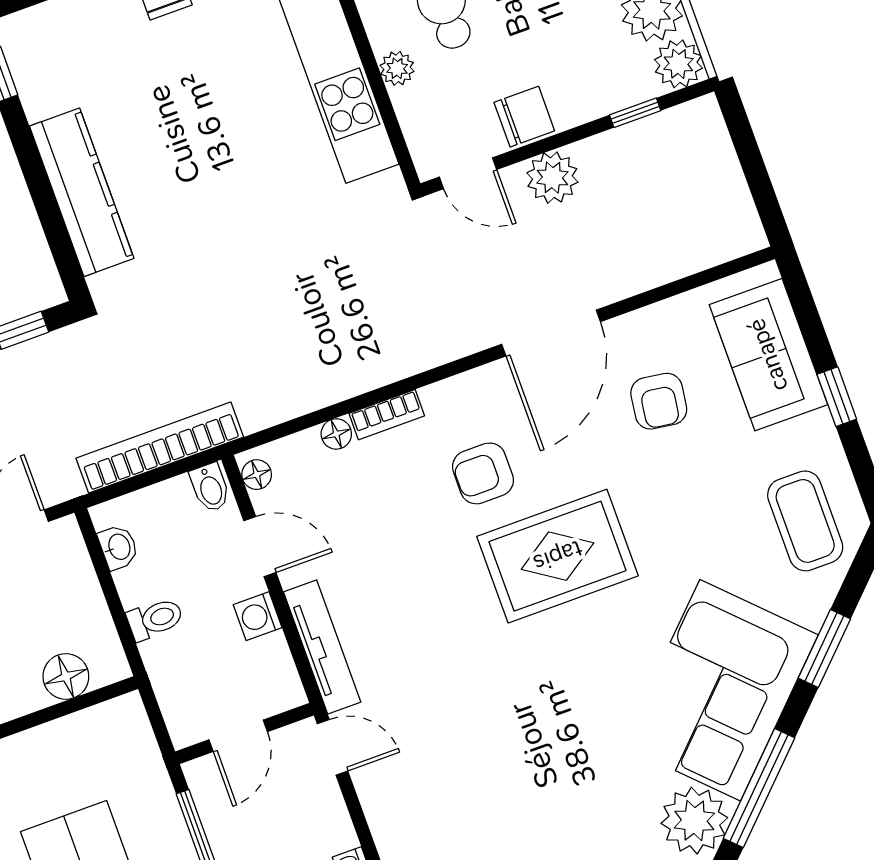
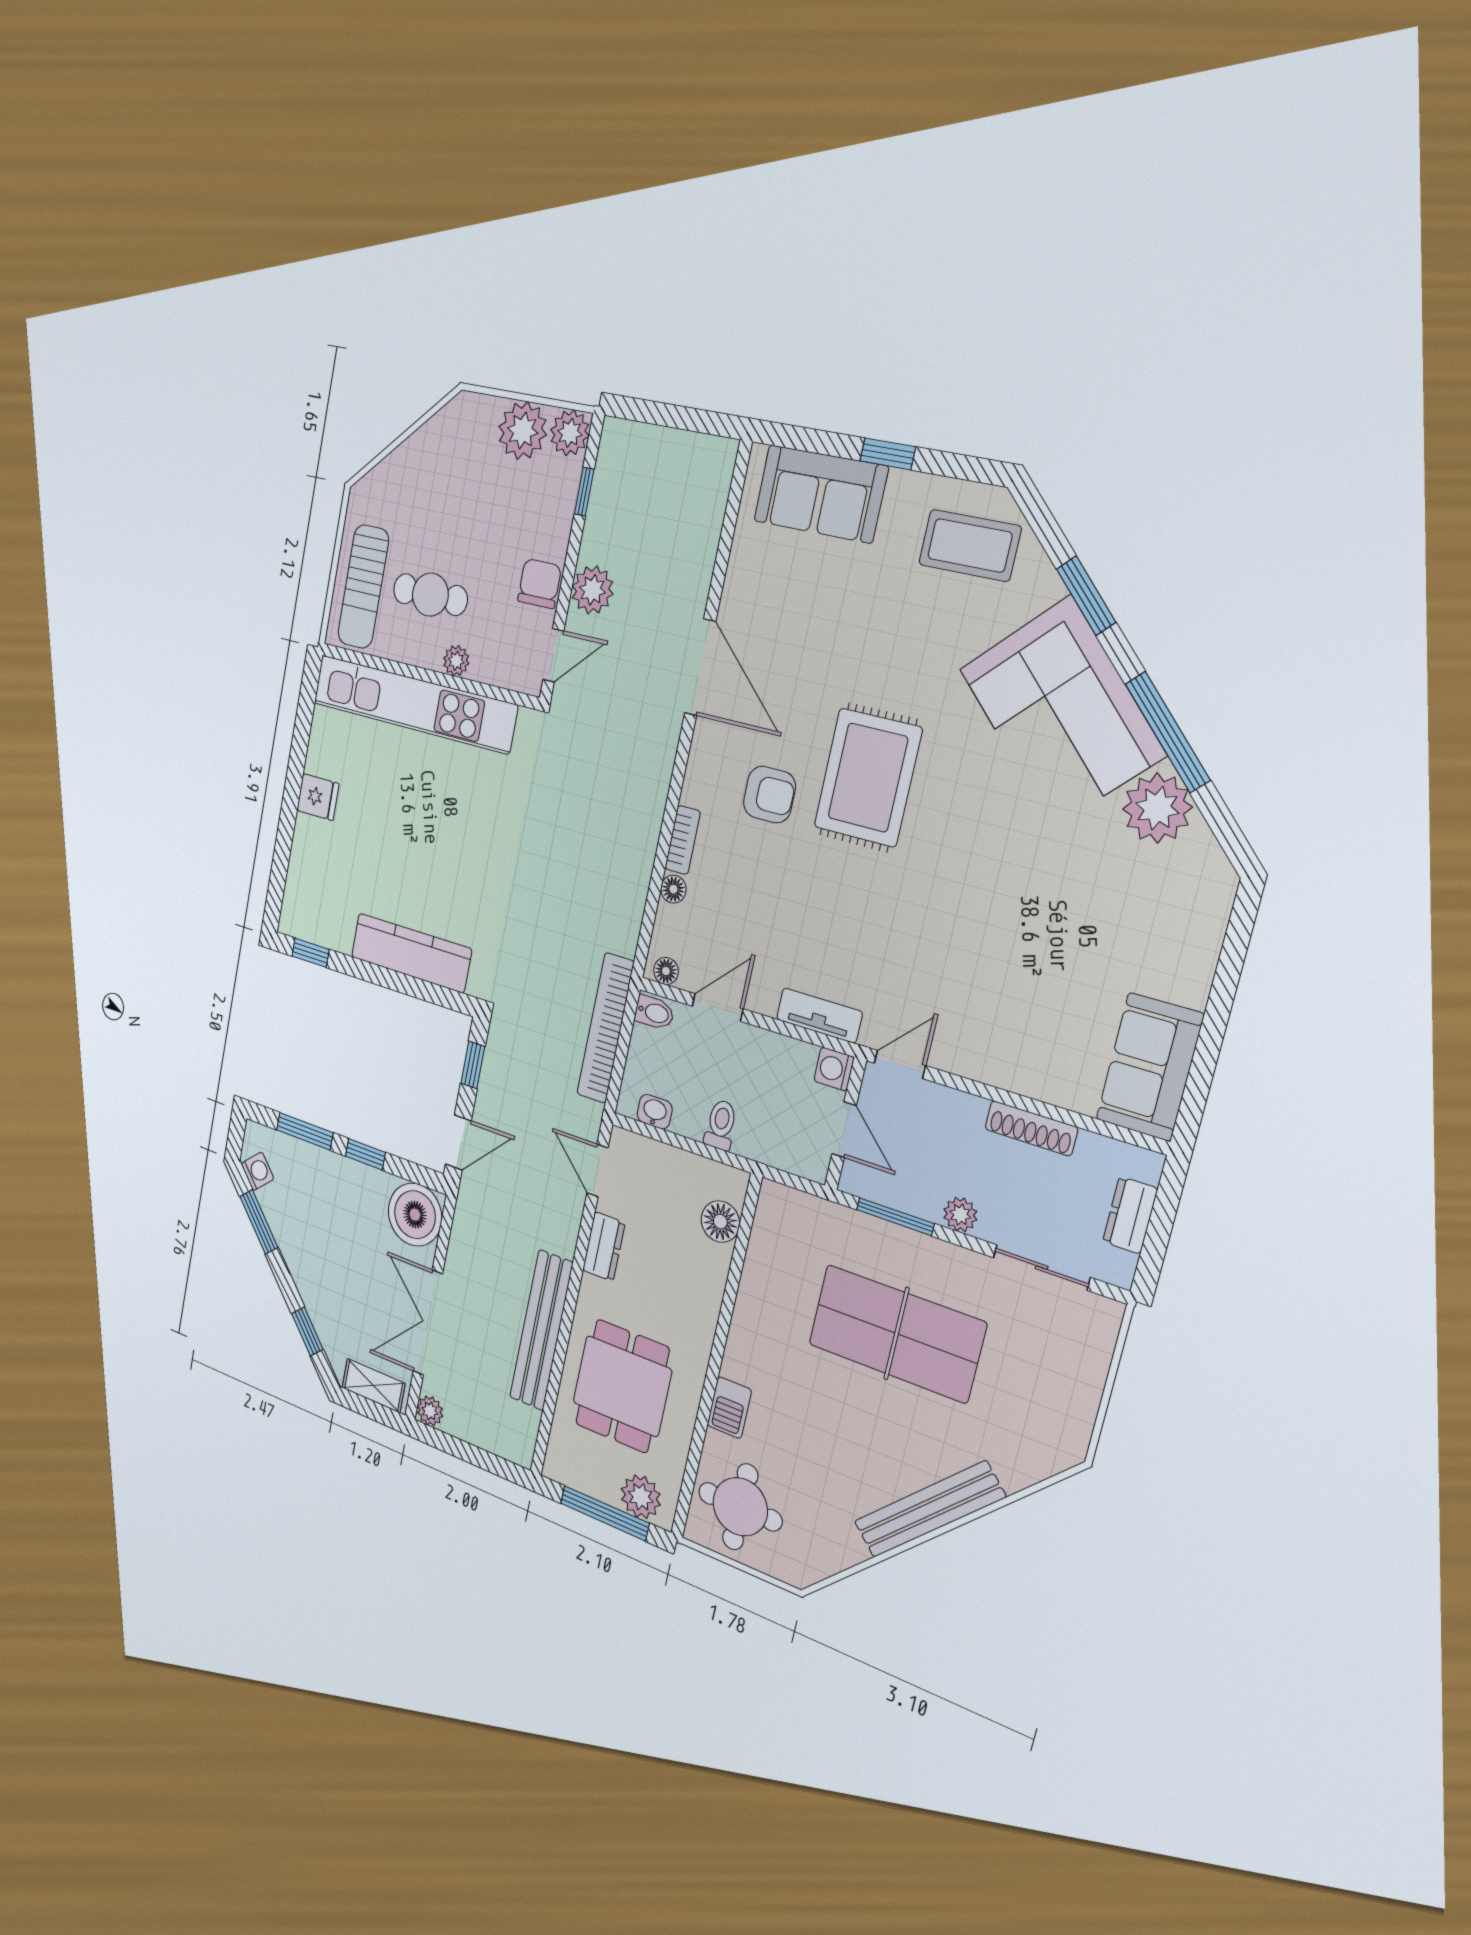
armchair: (659, 401) -> (801, 612), removed
armchair: (483, 473) -> (769, 795), turned -90
washing machine: (258, 616) -> (834, 1069), moved, turned 90
tv unit: (322, 647) -> (819, 1015), width x0.71

